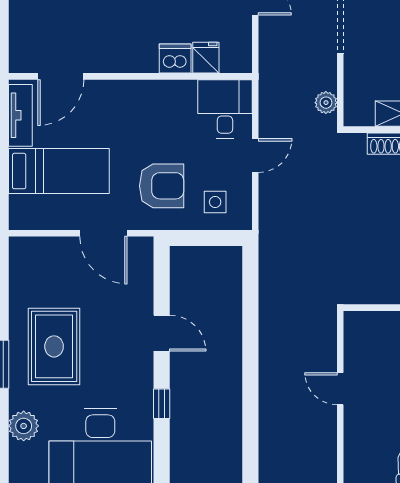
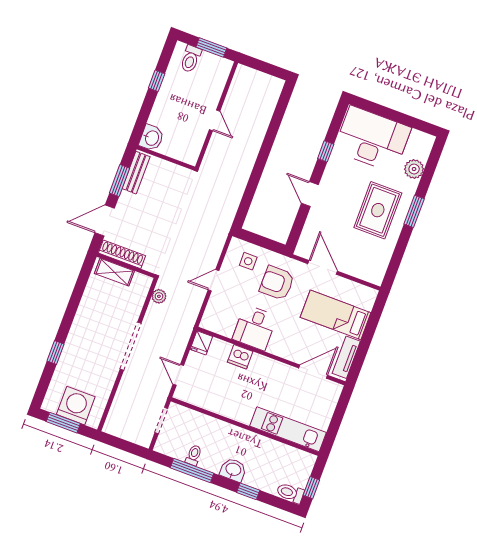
fridge: (206, 58) -> (201, 343), moved
desk: (225, 109) -> (255, 328), moved

